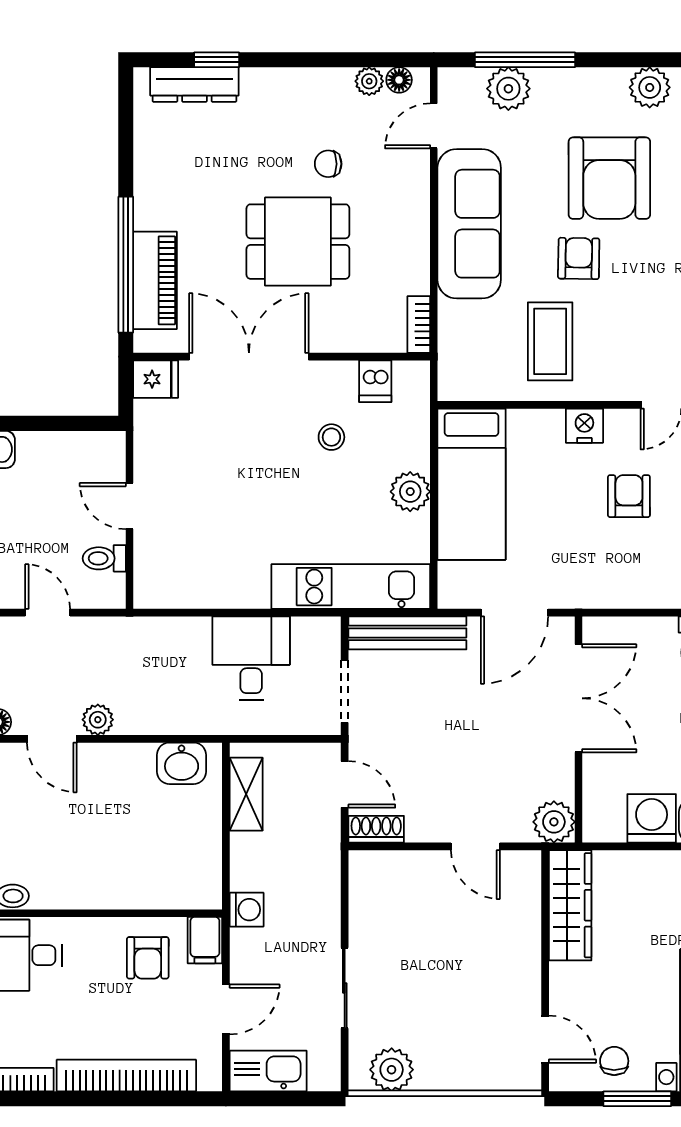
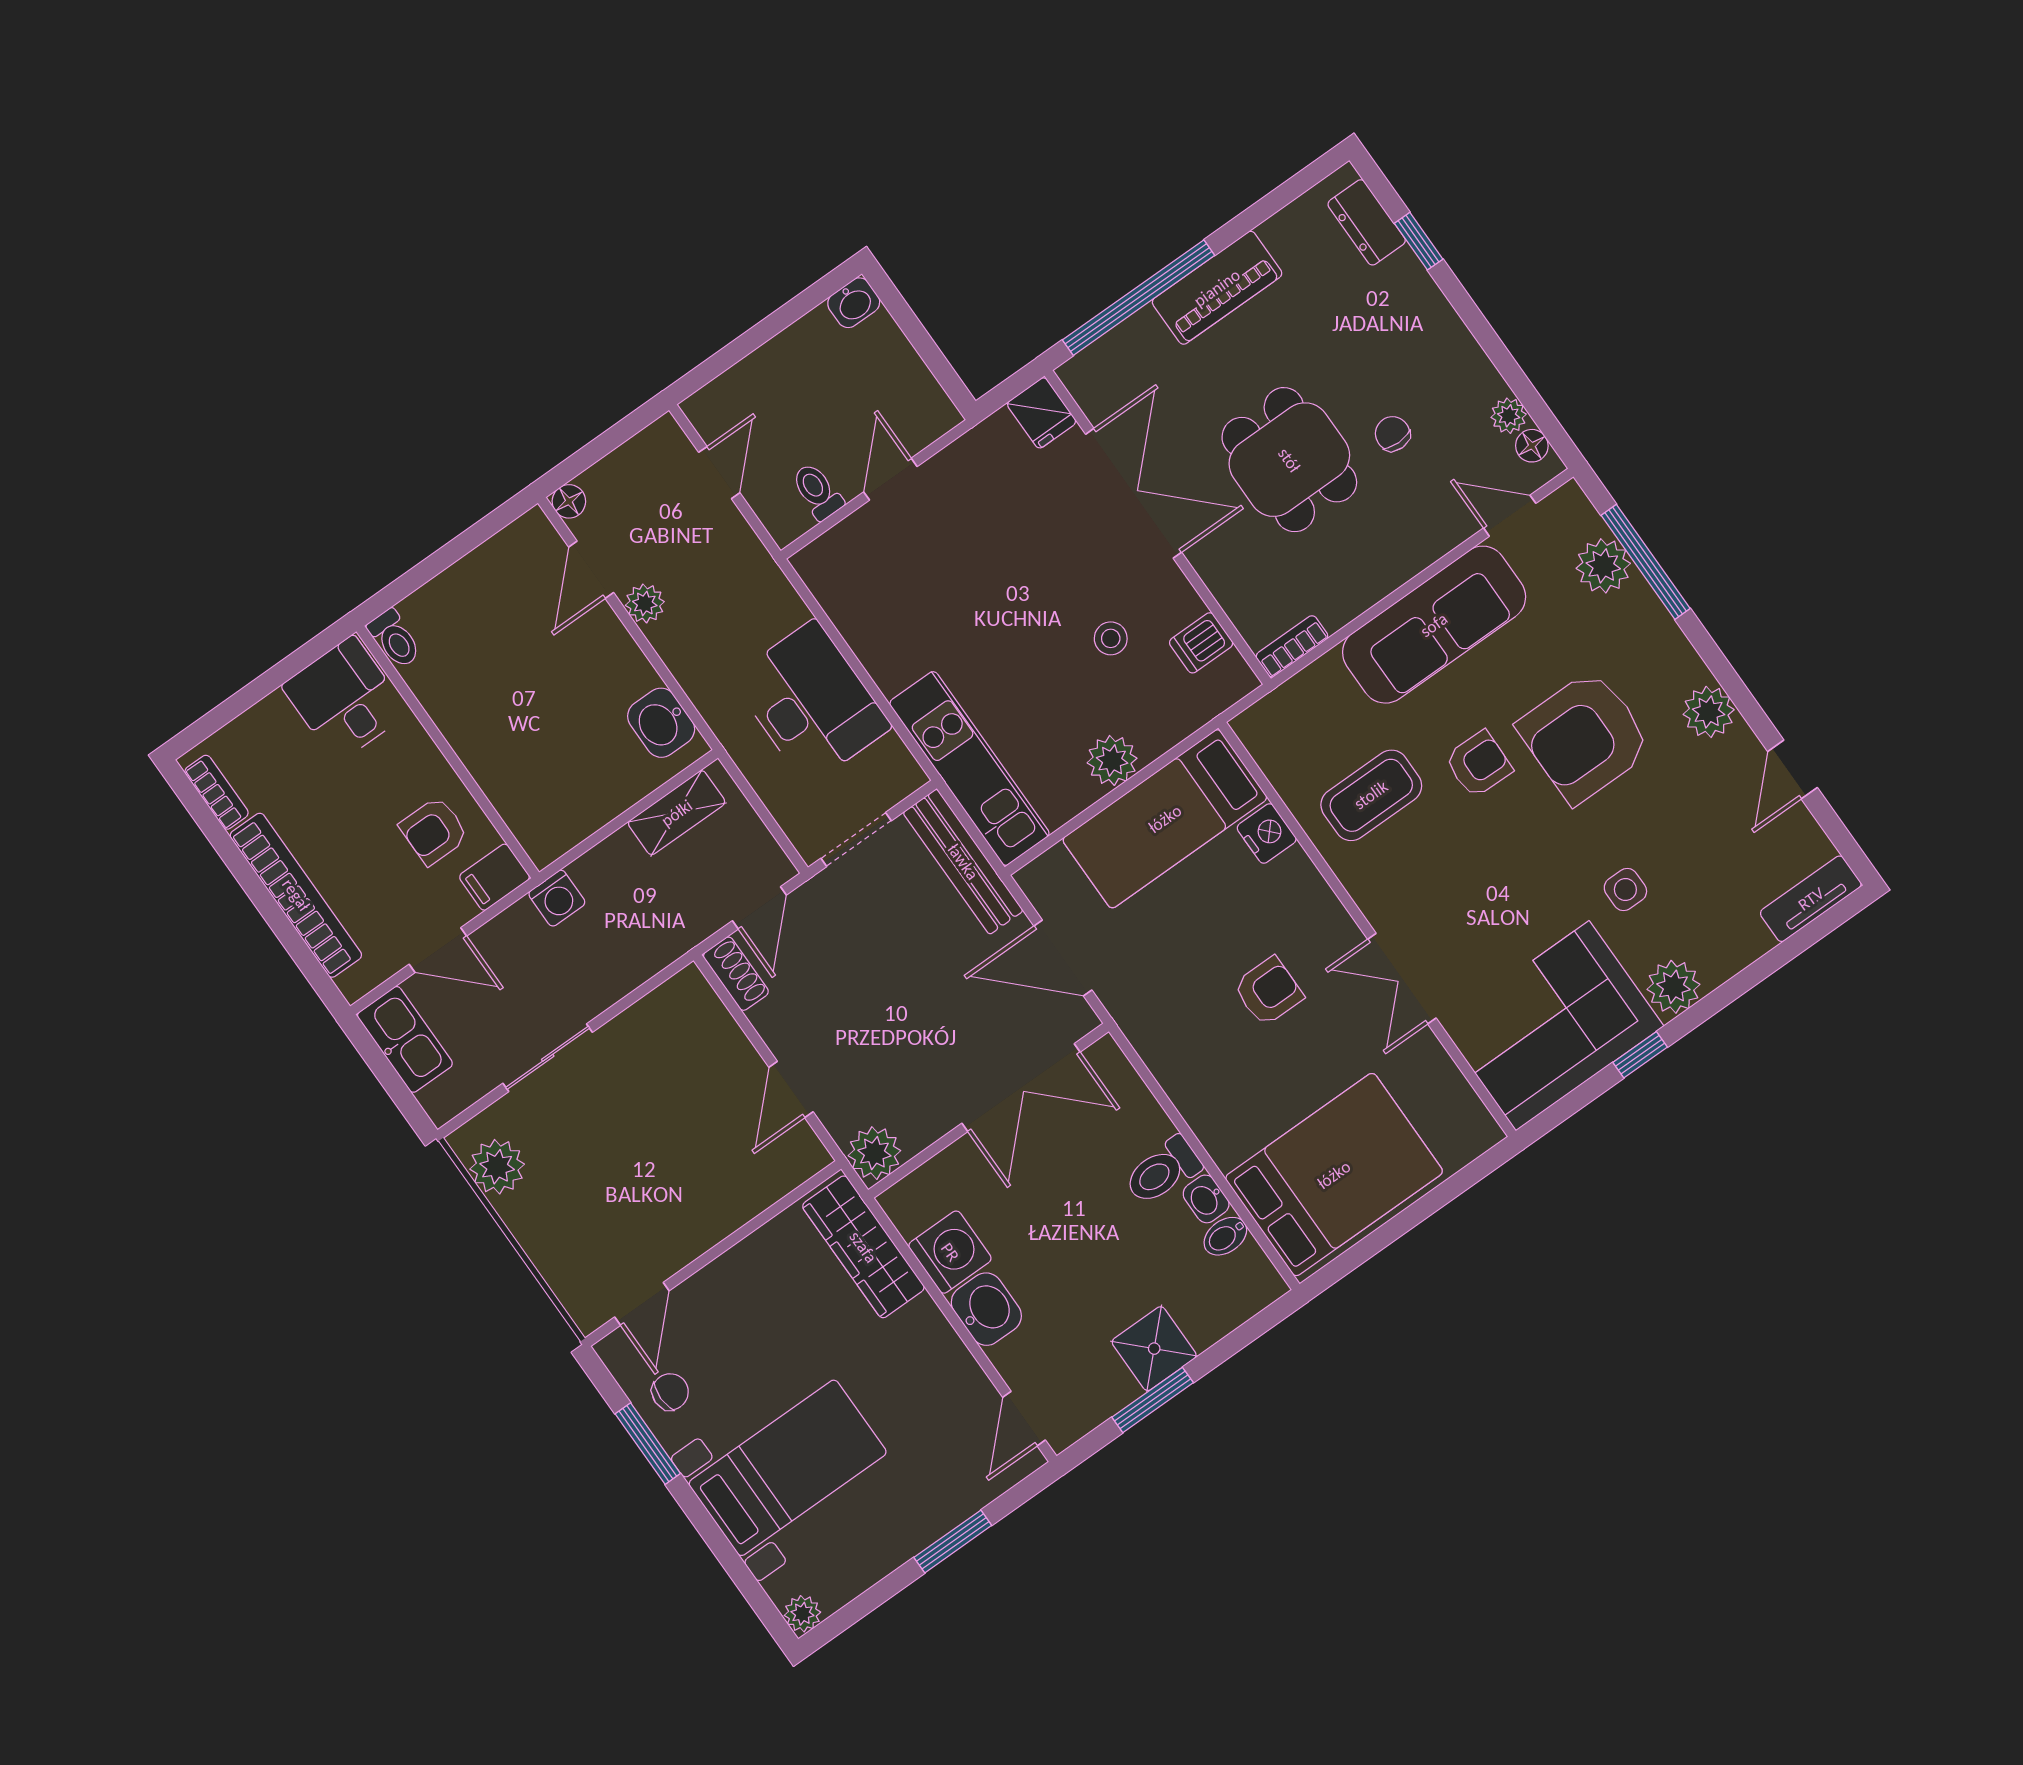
dresser: (194, 85) -> (1367, 222), width x0.70
piano: (155, 280) -> (1217, 288), moved
nightstand: (584, 426) -> (1267, 833), moved
desk: (251, 658) -> (811, 703), width x1.37
wardrobe: (570, 905) -> (863, 1247), moved, turned 90

